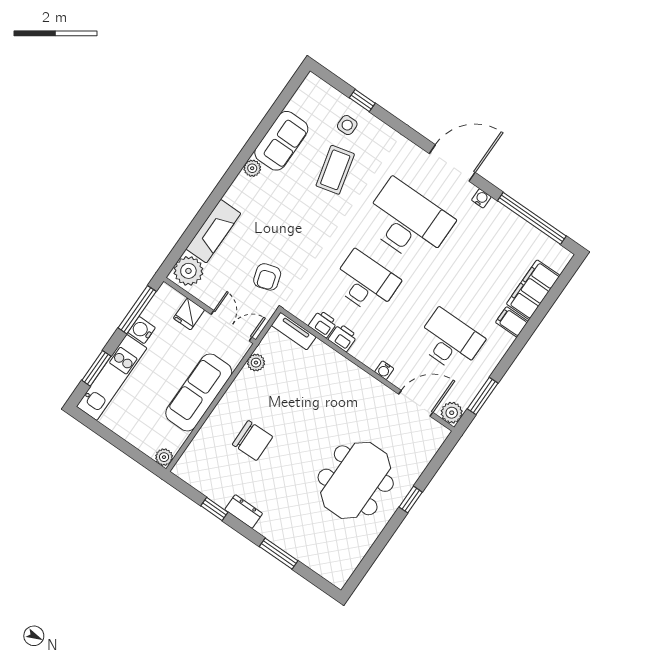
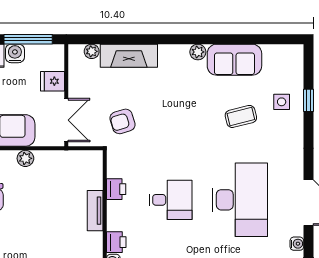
coffee table: (335, 170) -> (241, 116), width x0.73, depth x0.77
plant: (188, 271) -> (92, 51), width x0.53, depth x0.53
desk: (366, 283) -> (171, 200), width x0.73
tv unit: (294, 331) -> (95, 211), moved
printer: (343, 338) -> (116, 242), moved
plant: (256, 363) -> (25, 158), moved

